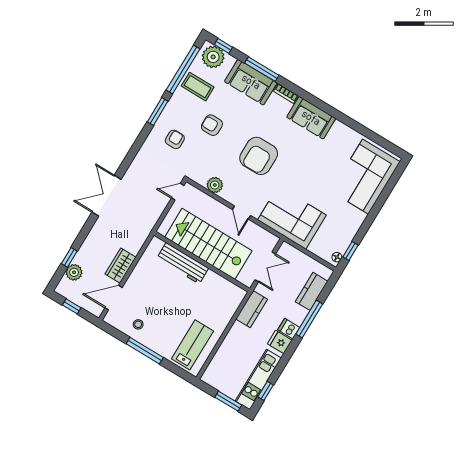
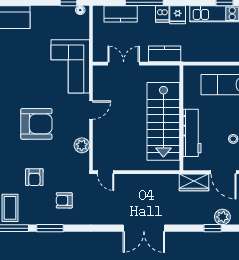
stairs: (208, 244) -> (163, 121), moved
wall: (202, 262) -> (181, 118), moved
workbench: (183, 263) -> (192, 133), moved

